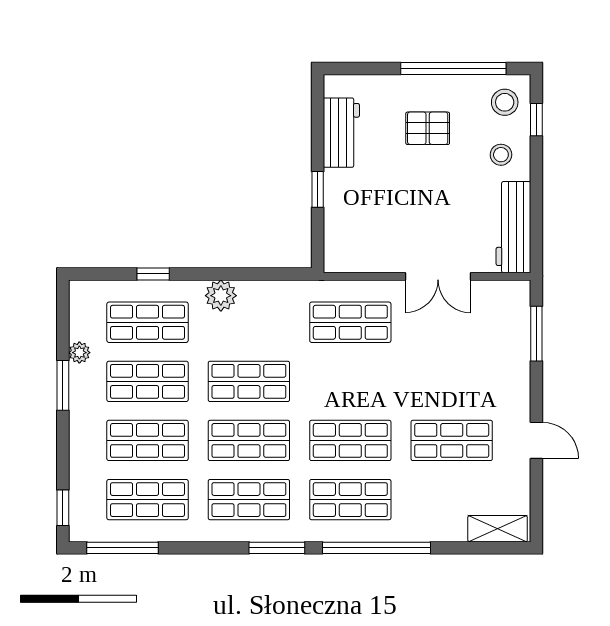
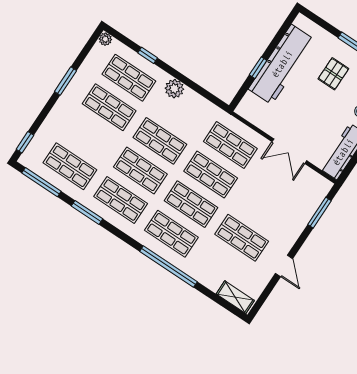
pallet: (428, 128) -> (333, 74), turned 90
workbench: (341, 133) -> (282, 64), width x1.87, depth x1.32
plant: (79, 353) -> (105, 39), moved
shop shelf: (148, 440) -> (211, 175), moved
window: (277, 548) -> (87, 212), moved

